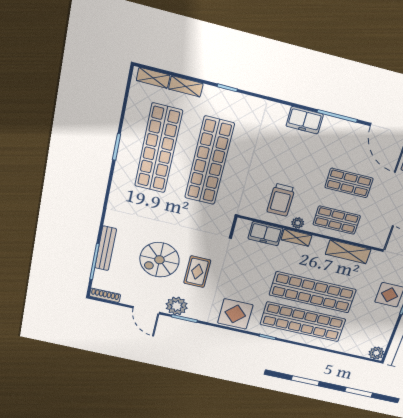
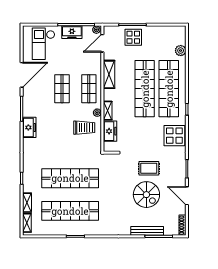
plant: (177, 306) -> (178, 176), removed
door: (146, 310) -> (187, 196), swing flipped
plant: (376, 353) -> (181, 51), moved

